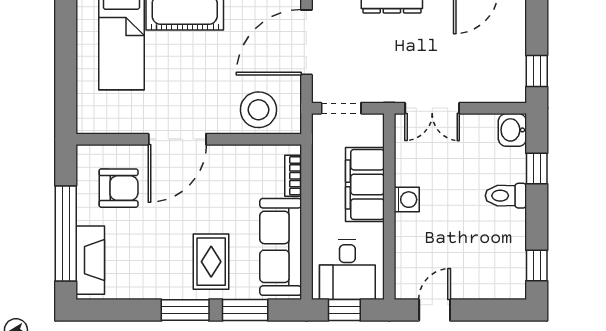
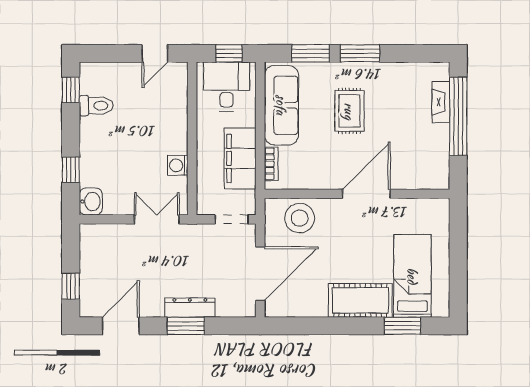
window: (537, 71) -> (71, 286), moved
filing cabinet: (365, 184) -> (240, 158), moved, turned 180
armchair: (119, 188) -> (415, 154), removed
toilet: (506, 196) -> (96, 106), moved
washing machine: (407, 200) -> (178, 165), moved
fireplace: (90, 260) -> (441, 102), width x0.73, depth x0.76
rug: (211, 262) -> (349, 111), moved

